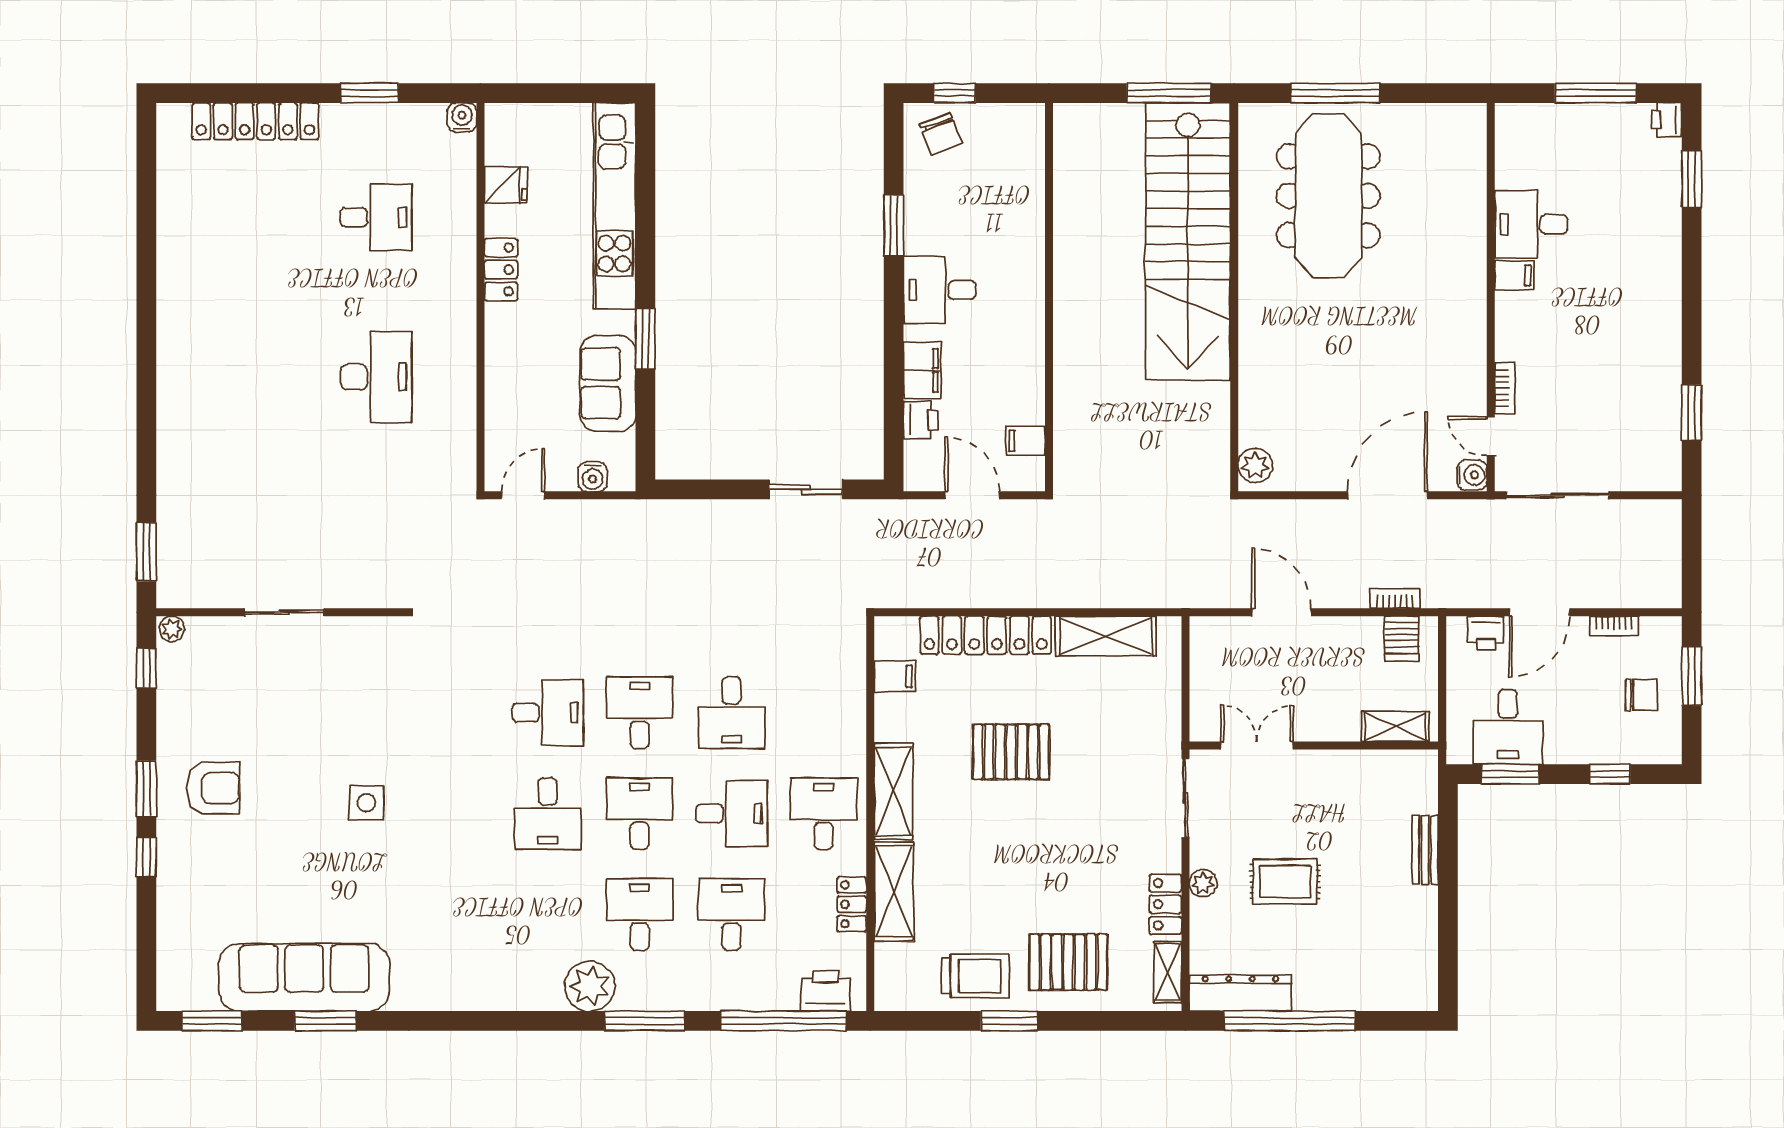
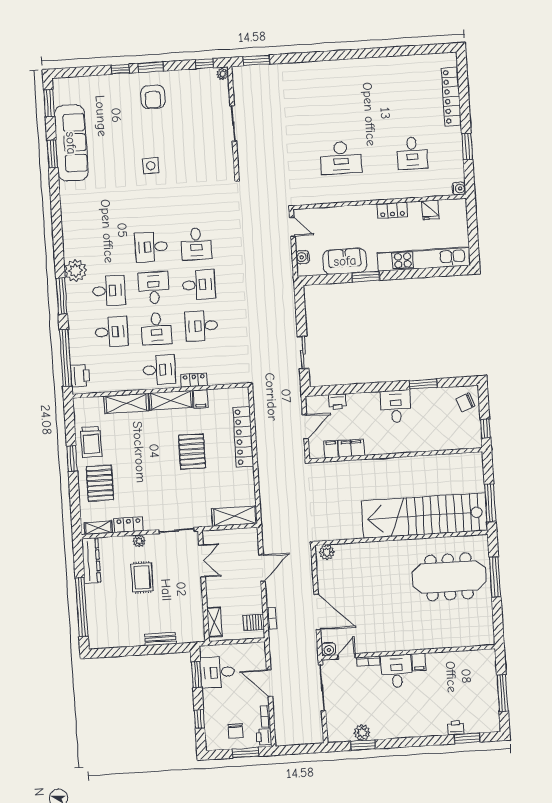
window: (955, 93) -> (485, 429), moved
printer: (1666, 120) -> (456, 728), moved
desk: (1531, 224) -> (397, 671), moved
filing cabinet: (922, 370) -> (351, 448), moved, turned 180
plant: (1663, 413) -> (362, 733), added
printer: (1486, 633) -> (264, 737), moved
shelving: (1106, 636) -> (234, 516), moved, turned 90
filing cabinet: (895, 676) -> (201, 399), moved
desk: (640, 814) -> (154, 288), turned -90
locker: (852, 904) -> (194, 380), moved
window: (1290, 1021) -> (82, 607), moved

